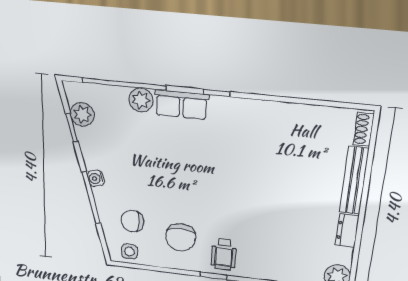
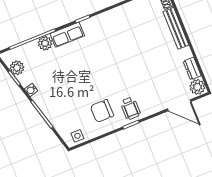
water cooler: (96, 178) -> (31, 90), moved
chair: (132, 221) -> (71, 116), removed
dresser: (347, 231) -> (192, 68), moved
chair: (181, 237) -> (102, 111), turned 90

